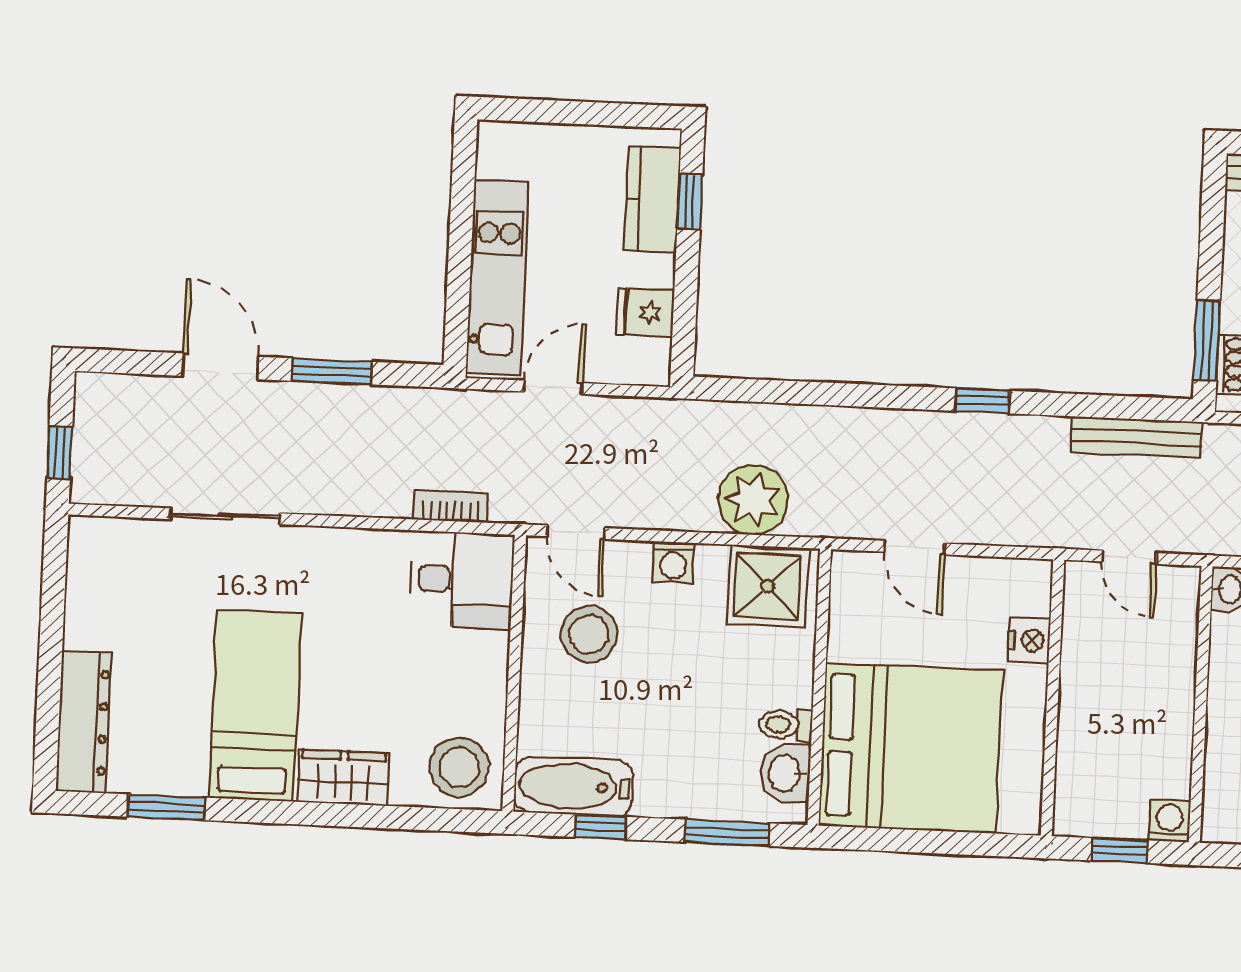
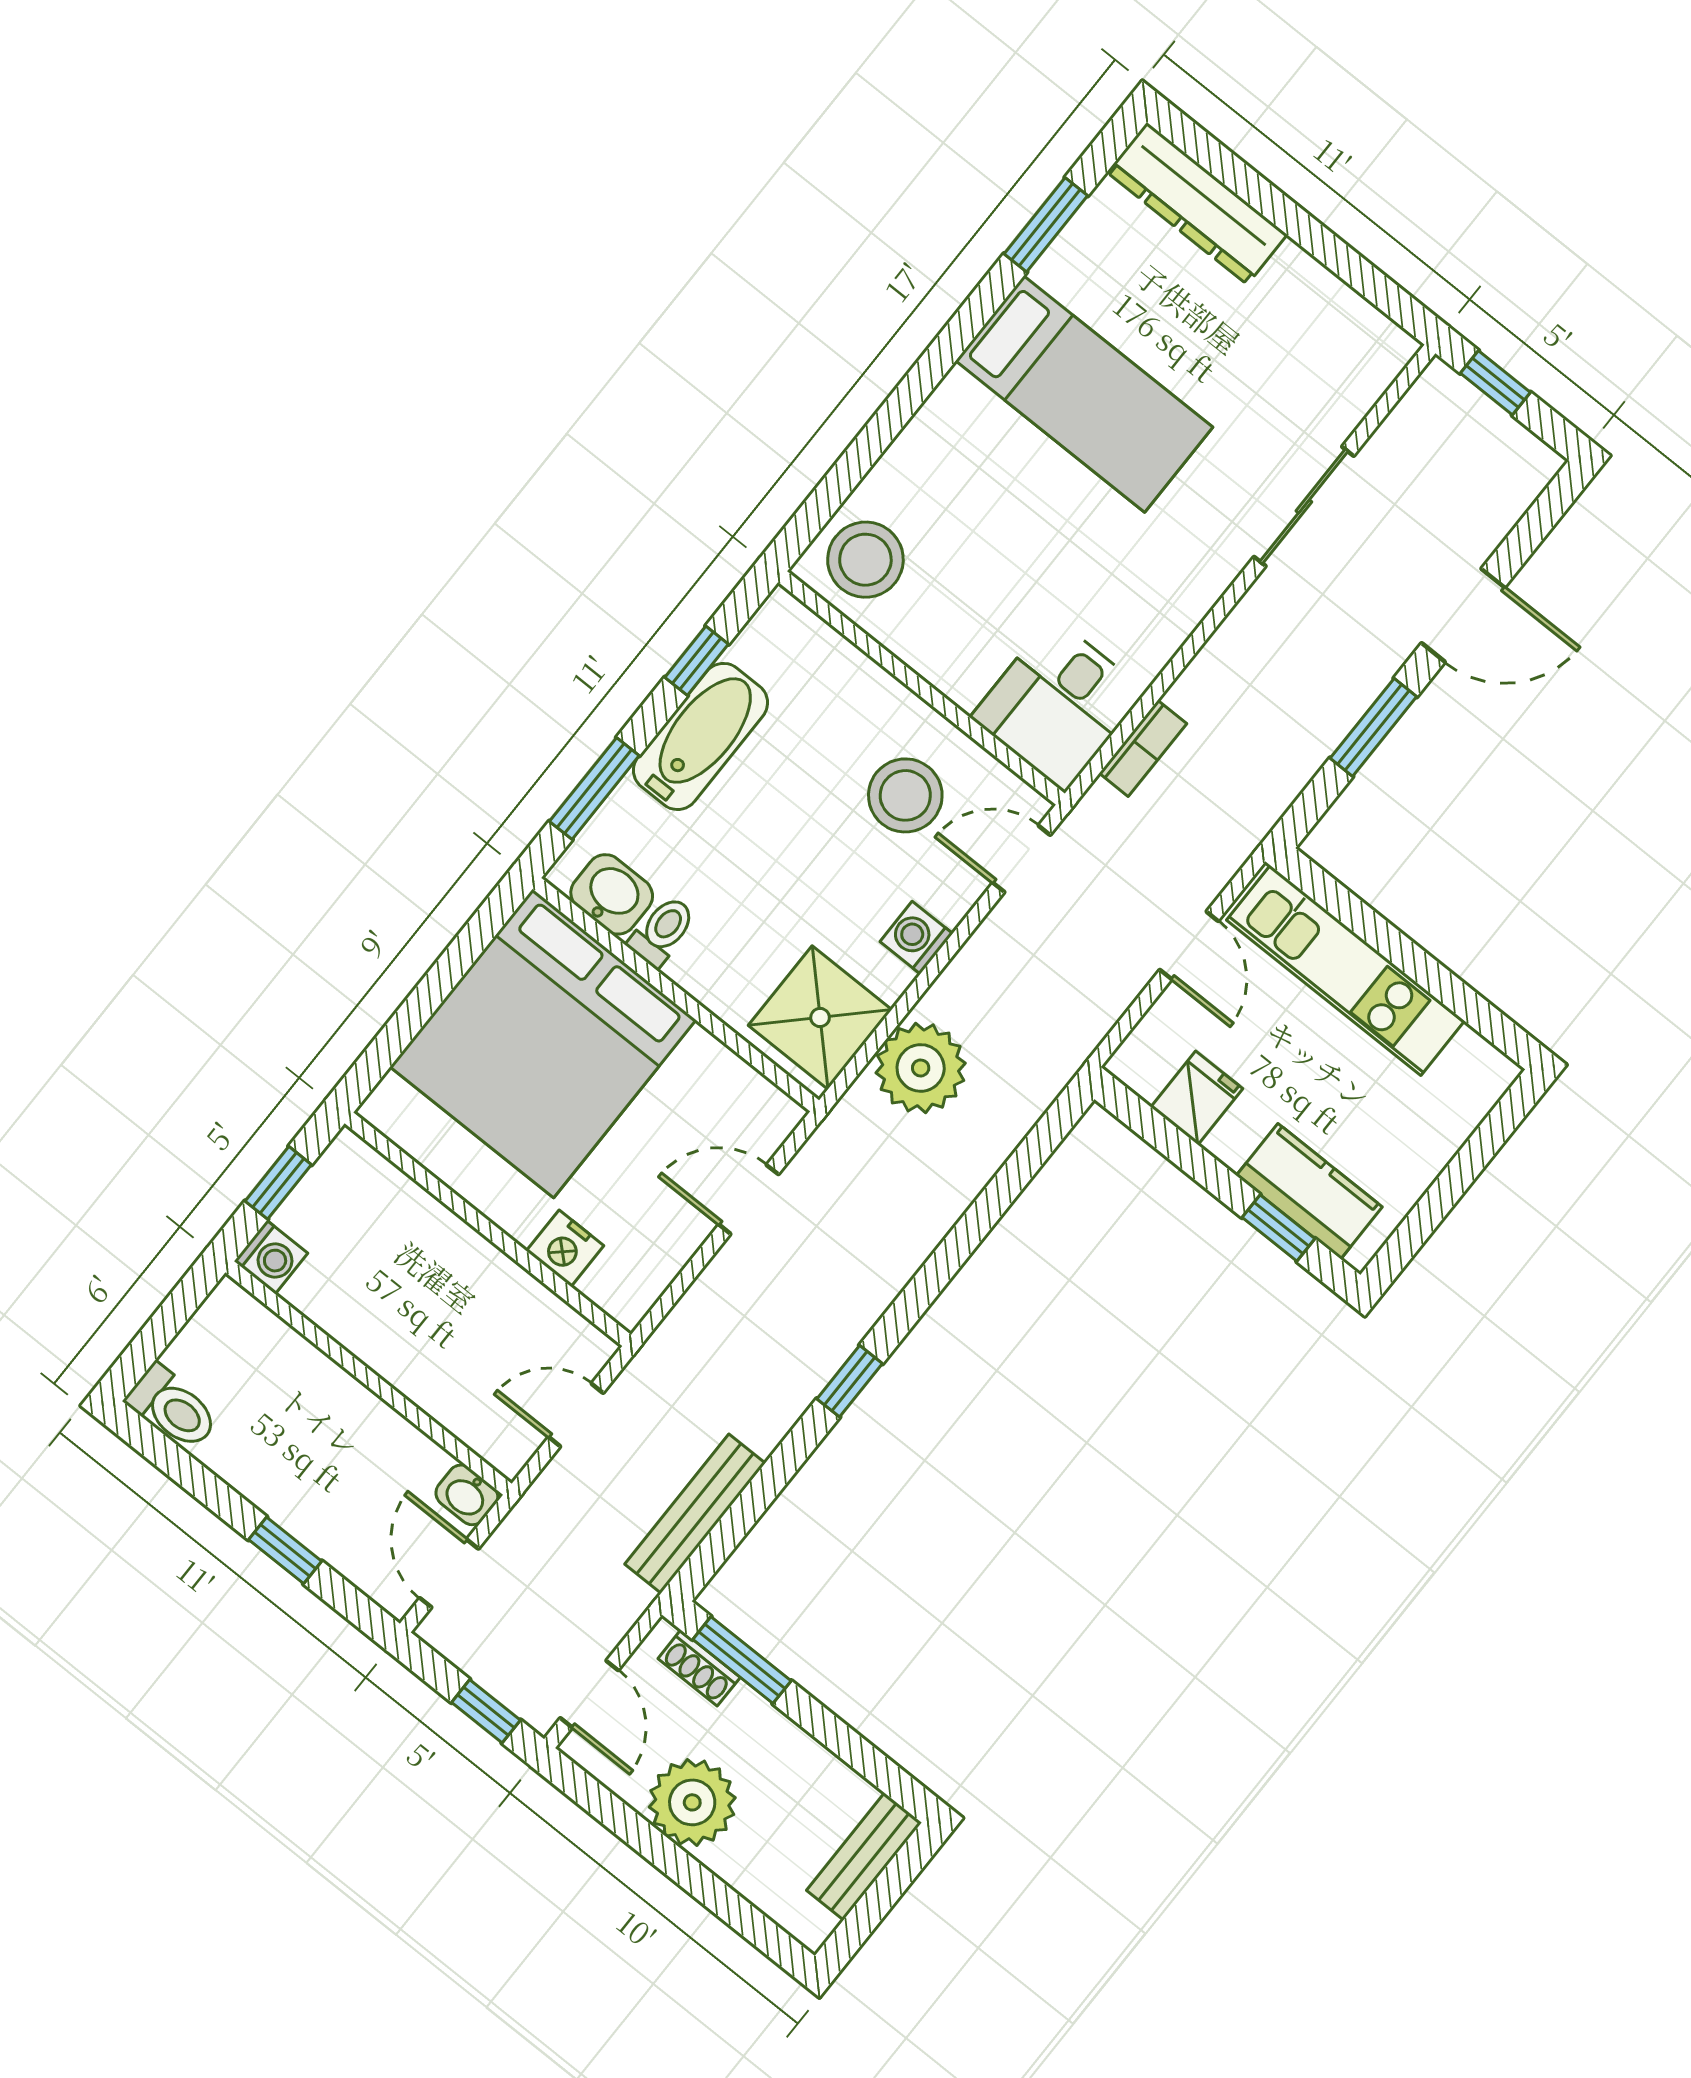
wardrobe: (343, 778) -> (943, 431), removed
bathtub: (574, 786) -> (700, 736), moved

